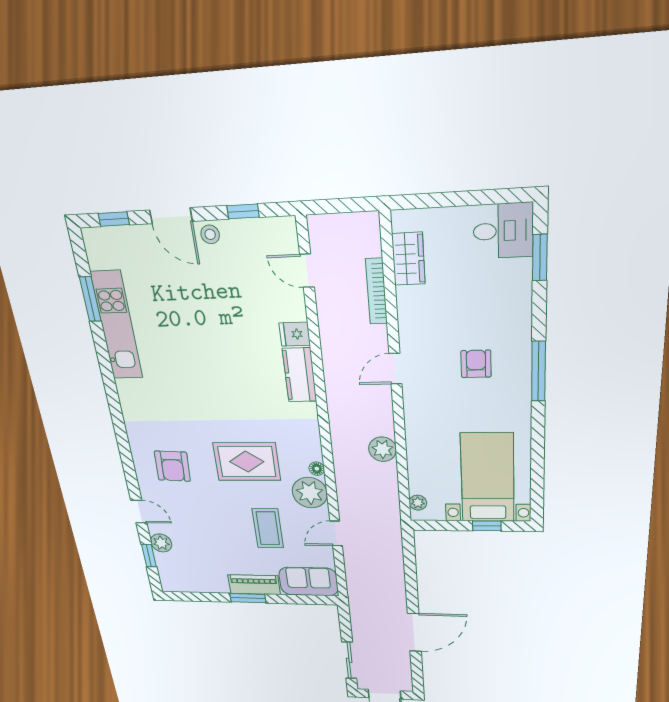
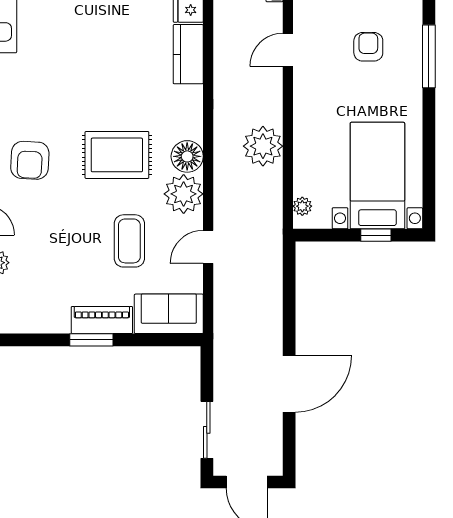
plant: (382, 449) -> (263, 146), width x1.36, depth x1.36
floor lamp: (317, 469) -> (187, 156), width x1.89, depth x1.89

